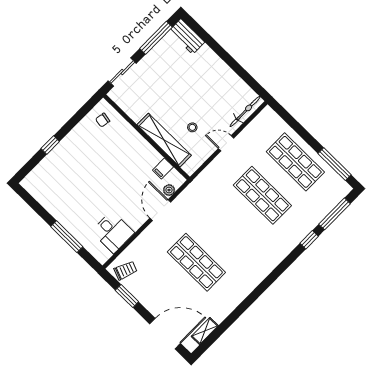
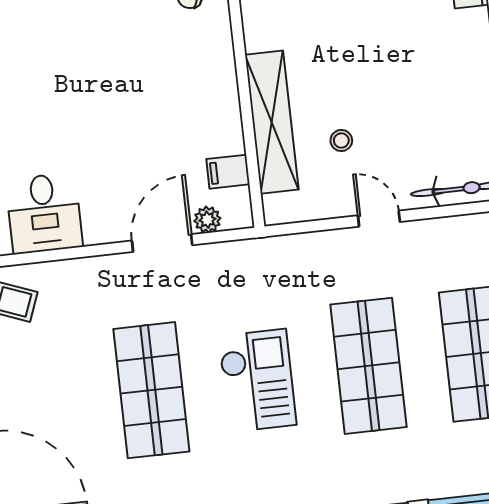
checkout: (229, 230) -> (257, 381), added

